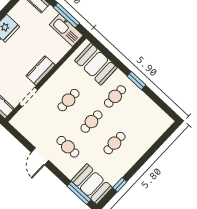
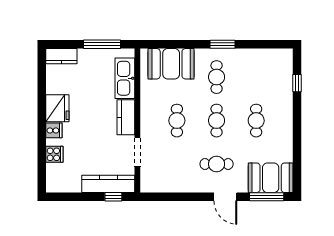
kitchen sink: (66, 30) -> (125, 78), moved, turned 90
door: (40, 156) -> (225, 197), moved
window: (120, 185) -> (297, 83), moved

